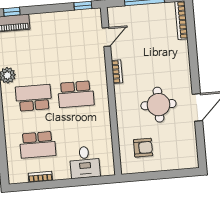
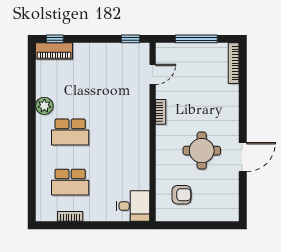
school desk: (76, 94) -> (115, 132), removed
school desk: (34, 98) -> (70, 132), turned 180
desk: (85, 162) -> (133, 206), moved, turned -90

